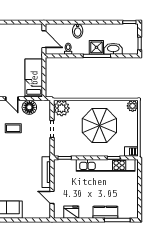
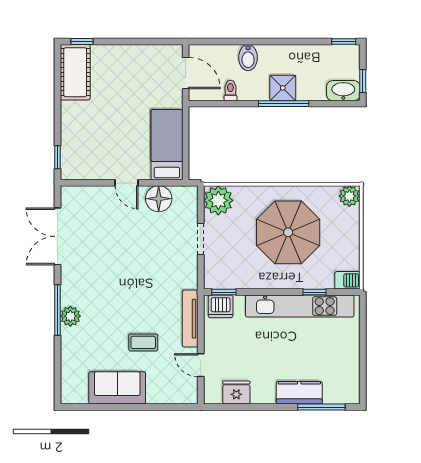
washbasin: (113, 49) -> (343, 91), moved
coffee table: (13, 128) -> (143, 342), moved
dishwasher: (63, 166) -> (221, 306), added

